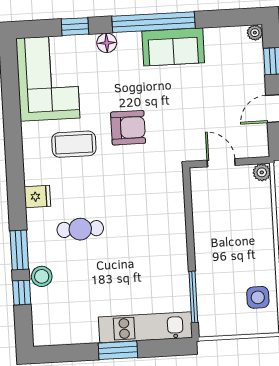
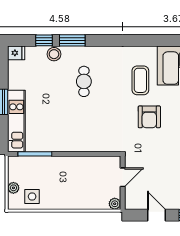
fridge: (37, 197) -> (16, 53), moved, turned -90
plant: (246, 326) -> (13, 188), added

